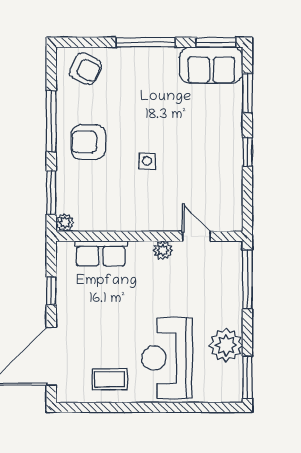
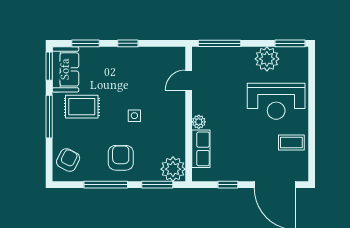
rug: (160, 88) -> (82, 107), added
armchair: (88, 142) -> (121, 158), turned 180
plant: (65, 223) -> (173, 169), width x1.87, depth x1.87
plant: (163, 250) -> (199, 122), moved
coffee table: (110, 379) -> (291, 142), turned 90

